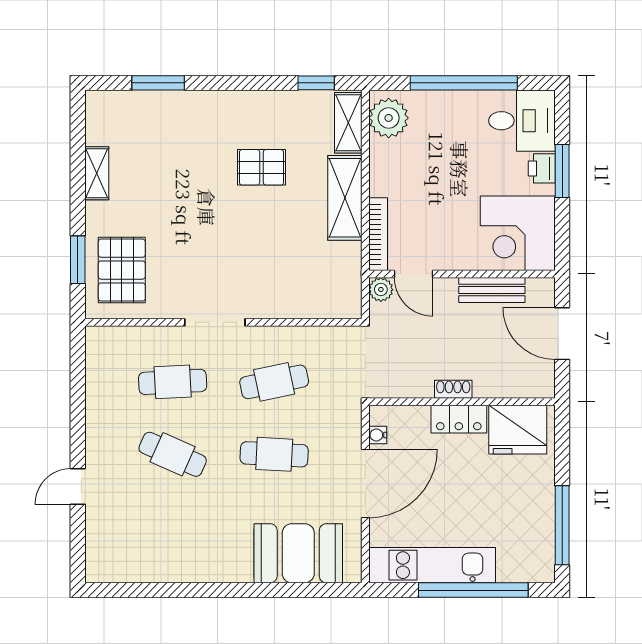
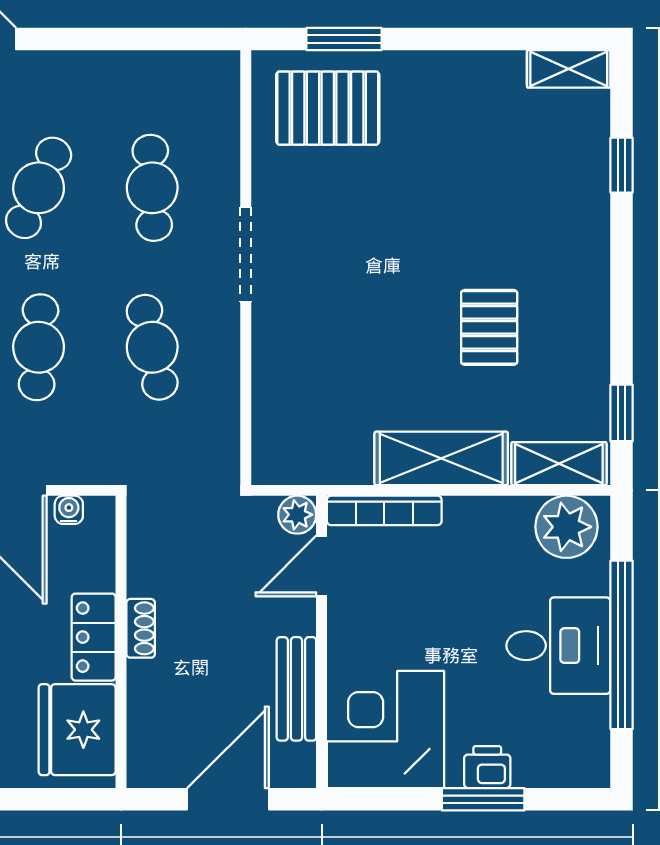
window: (158, 83) -> (622, 165), width x0.67
desk: (522, 121) -> (558, 646), moved, turned -90
shelving: (97, 173) -> (569, 69), moved

